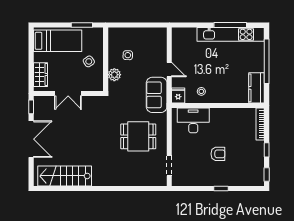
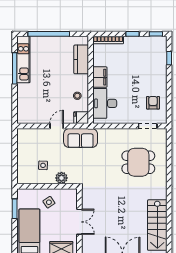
kitchen unit: (231, 34) -> (23, 60), width x0.73
kitchen counter: (257, 88) -> (81, 59), moved, turned 90
filing cabinet: (221, 115) -> (100, 77), added
dining table: (138, 136) -> (138, 162), moved, turned 90
armchair: (218, 154) -> (153, 103), moved
window: (221, 188) -> (169, 58), moved

